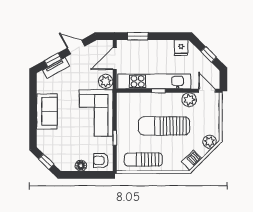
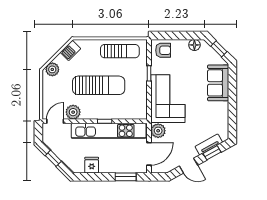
fridge: (181, 48) -> (92, 165), moved
door: (207, 91) -> (55, 121), swing flipped
sofa: (47, 111) -> (218, 83), moved
floor lamp: (81, 166) -> (194, 45), moved

